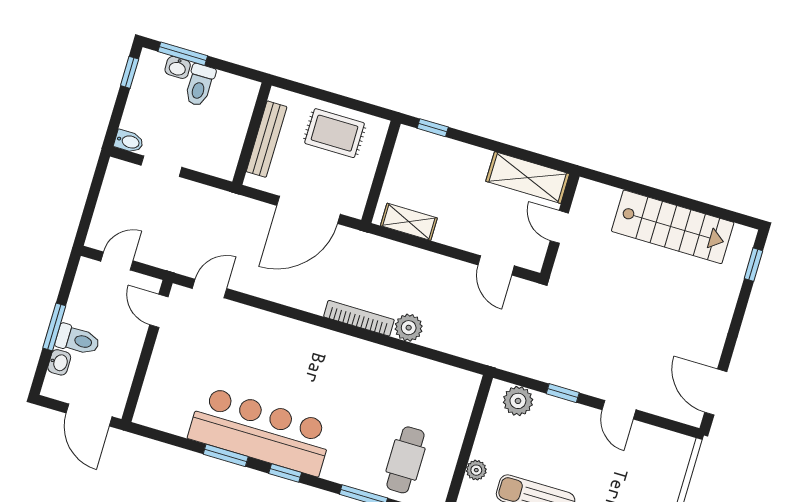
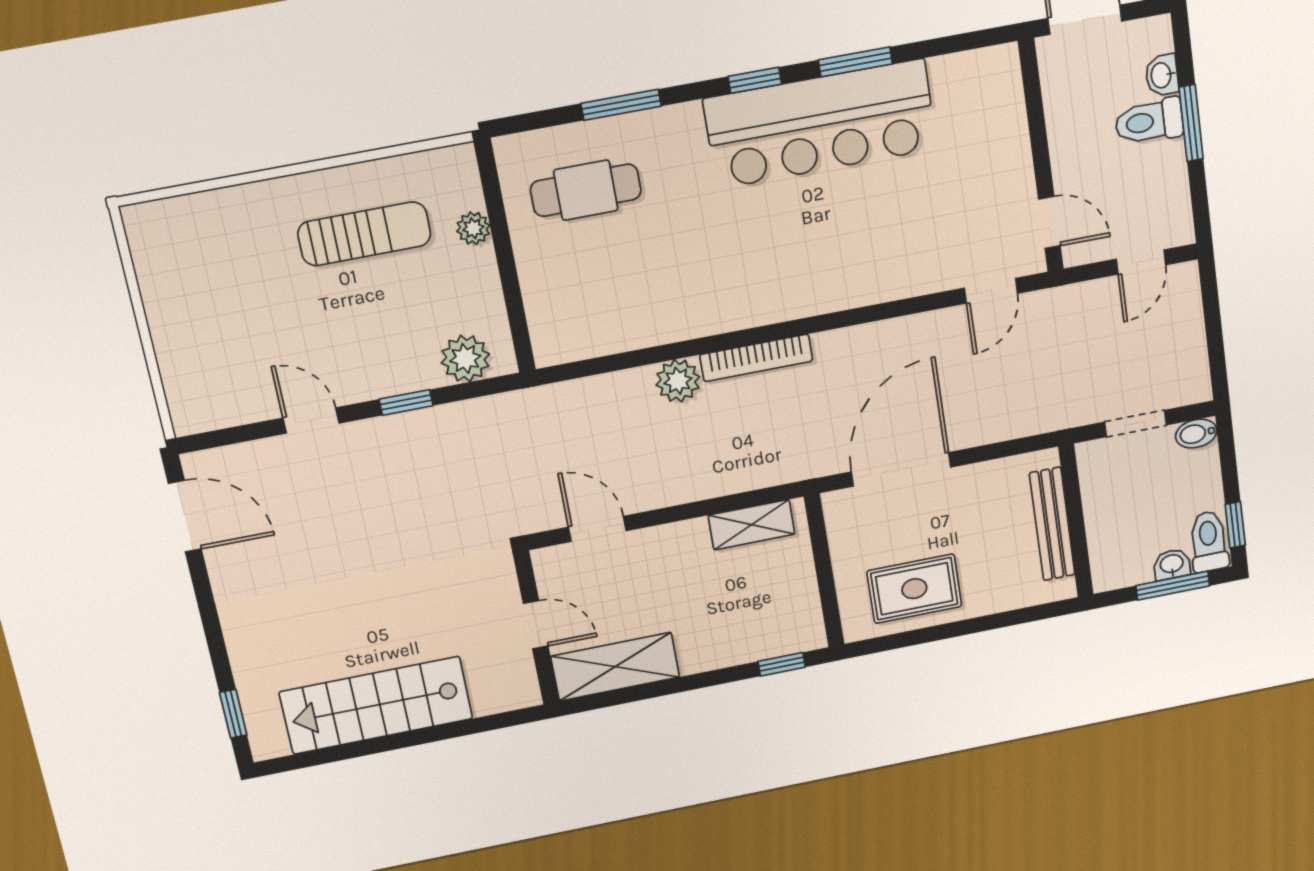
toilet: (200, 85) -> (1209, 541), moved
wall: (252, 134) -> (1076, 521), moved
bench: (267, 139) -> (1052, 524), moved
cafe table: (406, 460) -> (586, 190), turned 90

